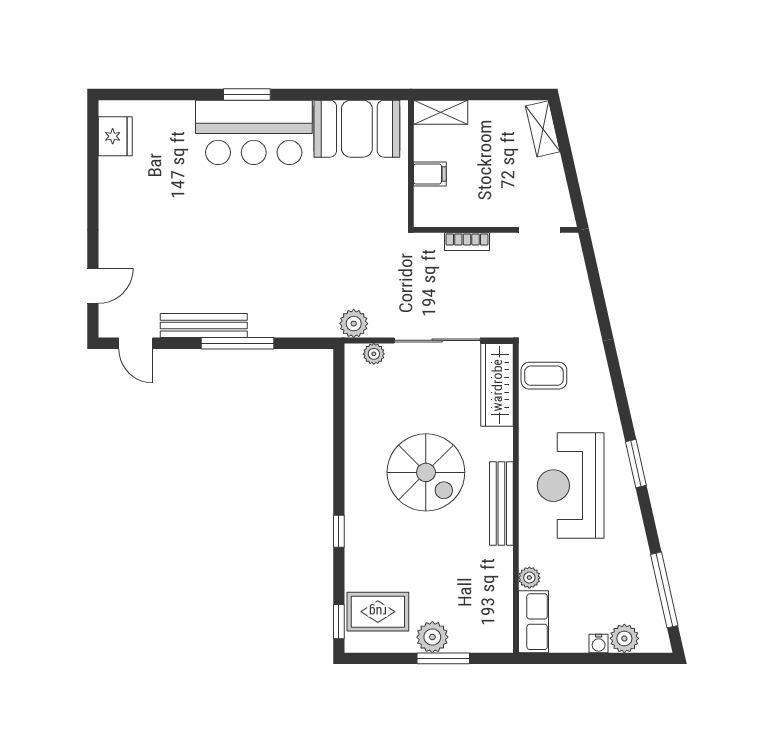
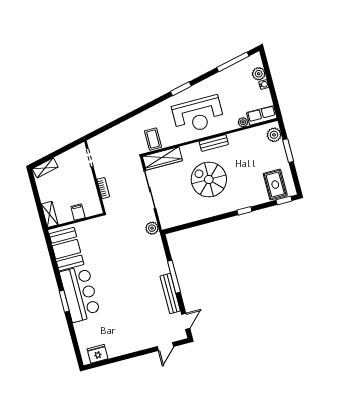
door: (93, 286) -> (165, 346), swing flipped
plant: (374, 354) -> (163, 216), removed
spiral stairs: (426, 472) -> (209, 180), turned -90
bench: (501, 503) -> (214, 143), width x0.73
plant: (432, 637) -> (274, 135), moved

